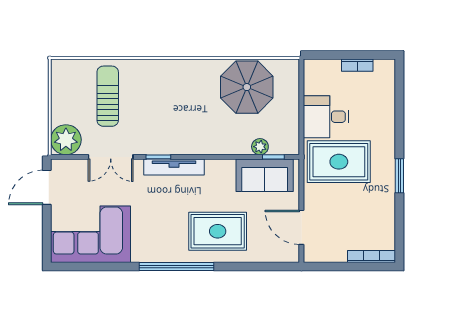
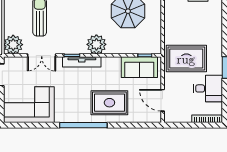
desk: (326, 117) -> (208, 88), moved, turned 180
plant: (260, 147) -> (96, 44), moved, width x1.88, depth x1.88

